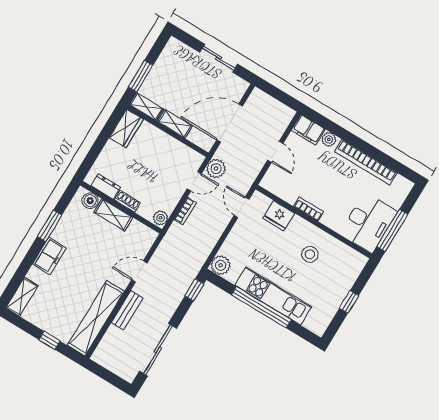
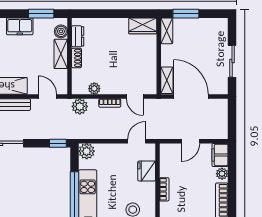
shelving: (175, 124) -> (167, 80), moved
plant: (216, 169) -> (80, 106), moved
dresser: (106, 186) -> (78, 36), moved
boiler: (90, 201) -> (61, 31), moved
shoe rack: (127, 201) -> (76, 58), moved
wall: (121, 207) -> (70, 56), moved
shelving: (113, 215) -> (61, 54), moved

